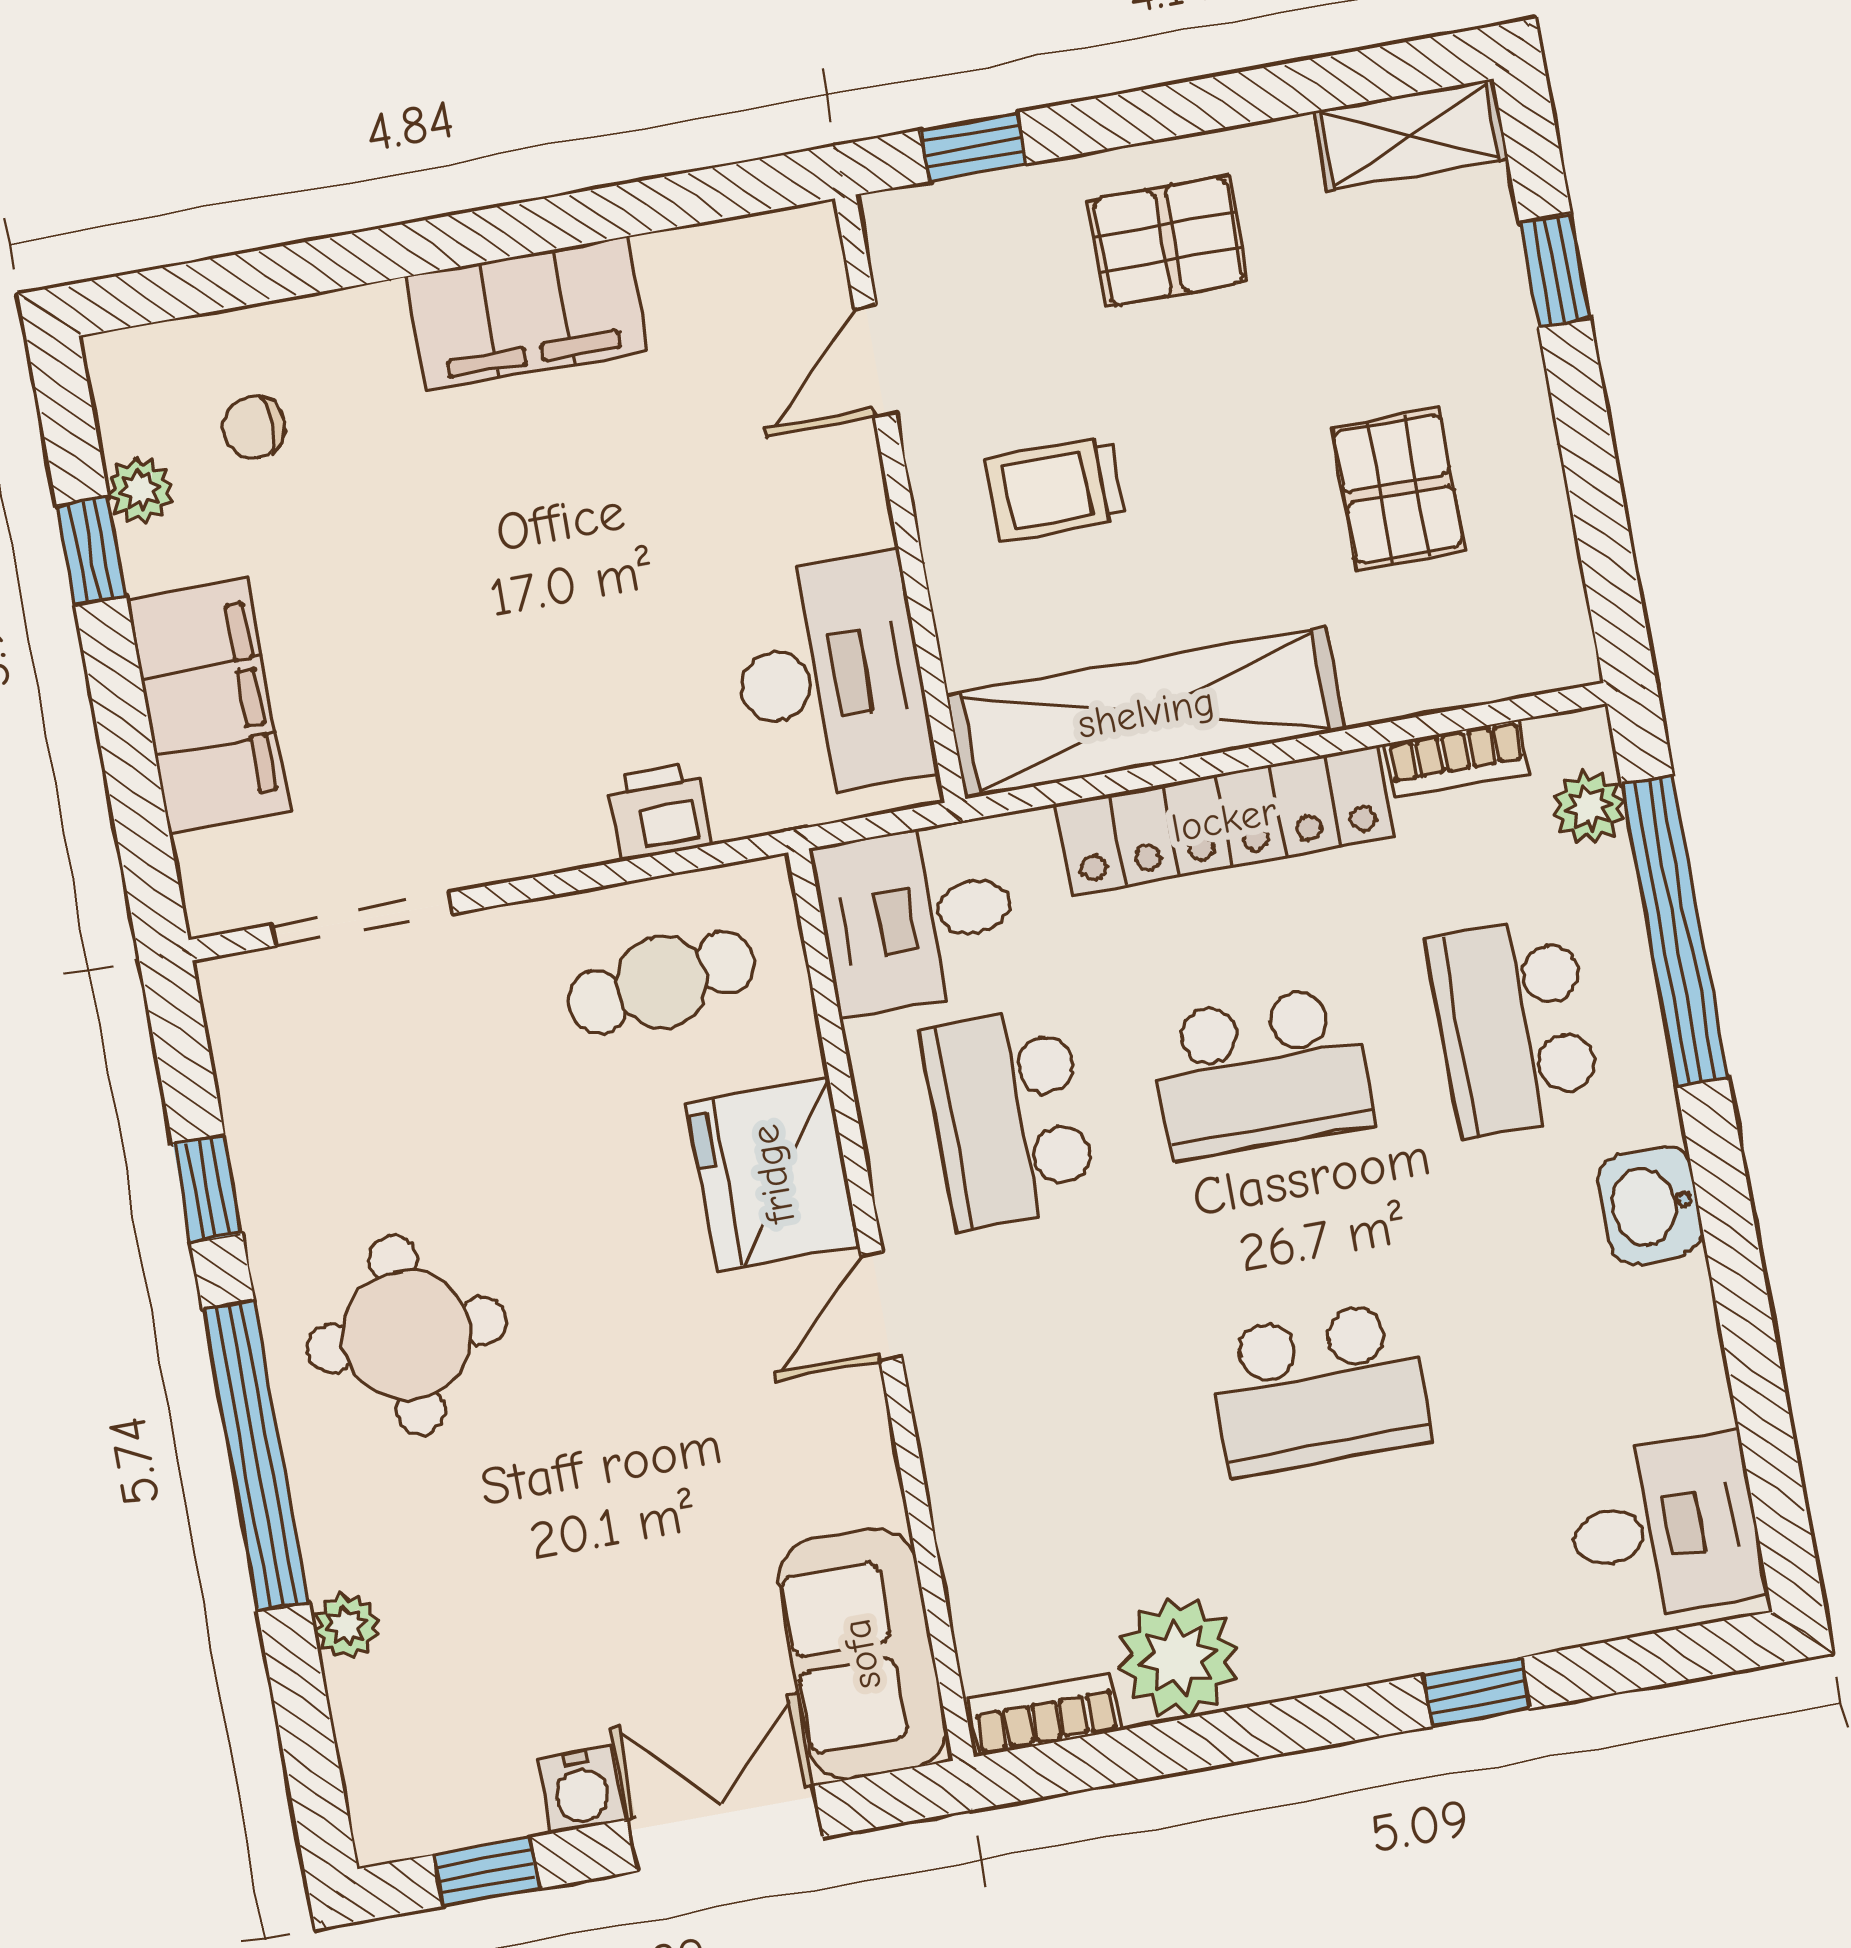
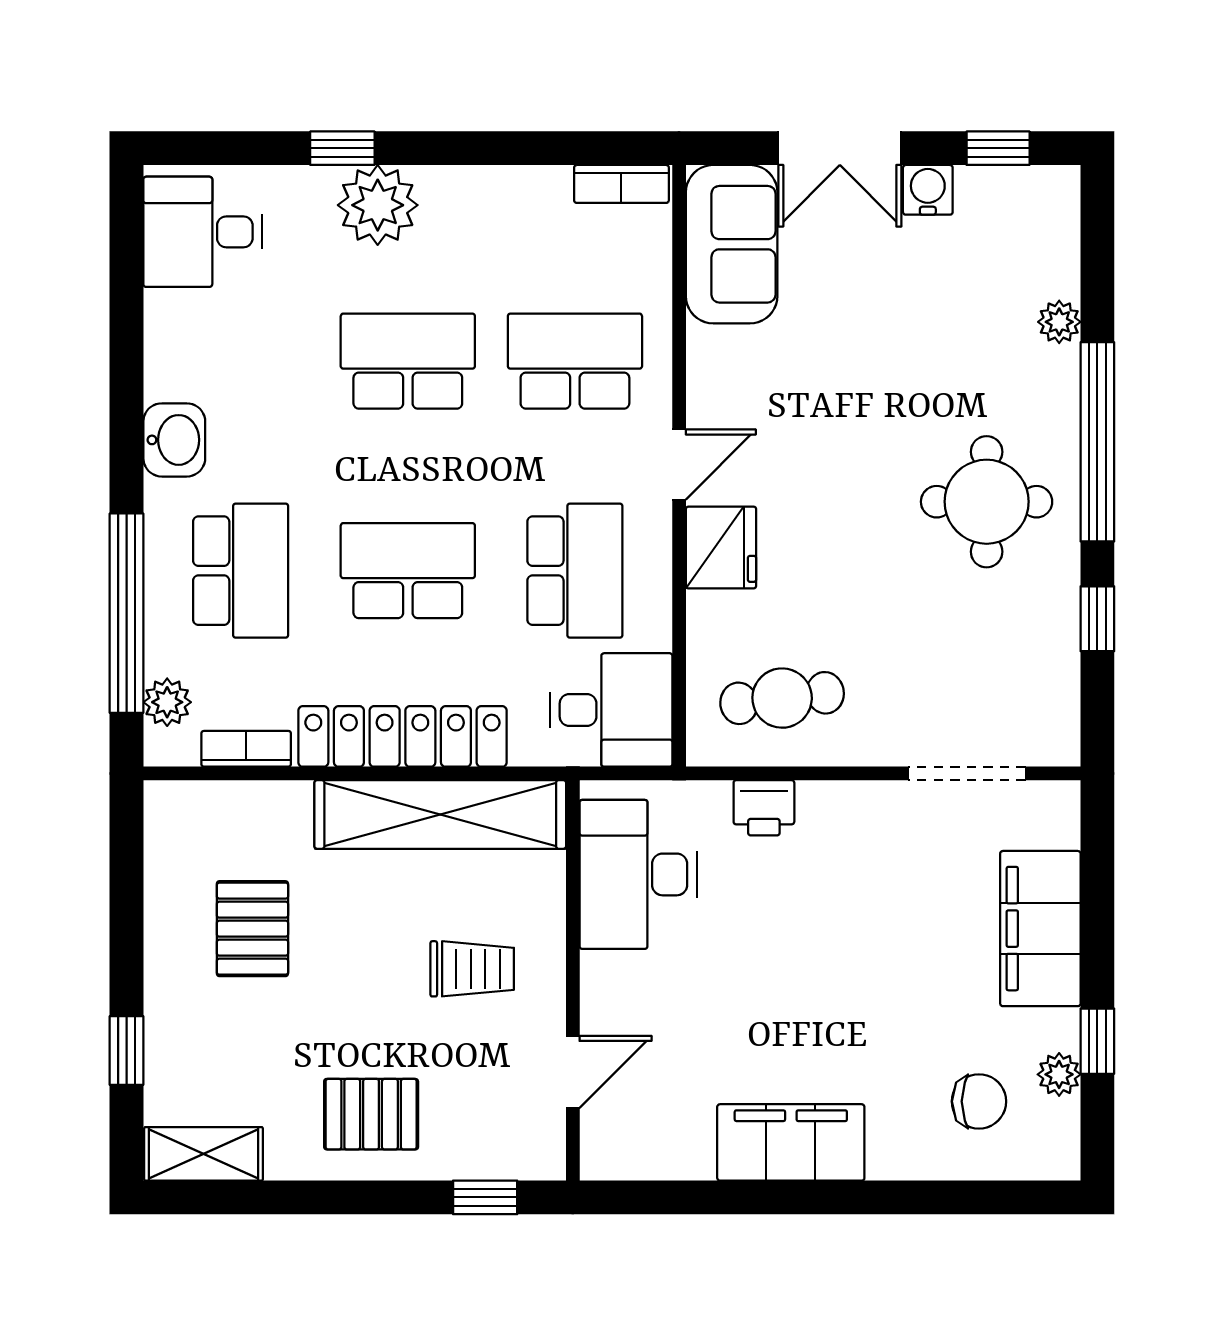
chair: (254, 427) -> (979, 1101), width x1.37, depth x1.37
fridge: (773, 1174) -> (721, 548), width x0.73, depth x0.75
school desk: (1067, 1434) -> (575, 361), added
plant: (1178, 1658) -> (378, 205), moved

